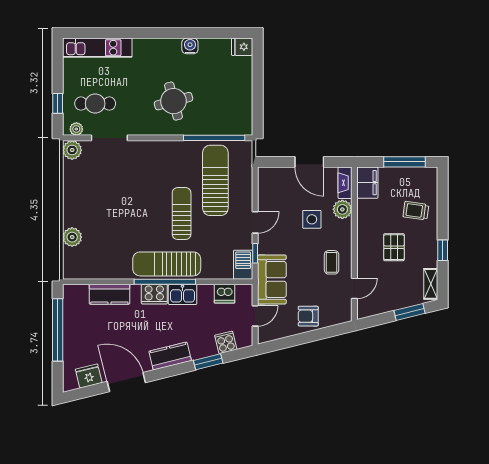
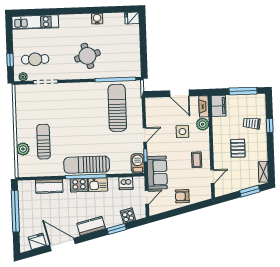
plant: (72, 150) -> (21, 91), removed
sun lounger: (182, 214) -> (44, 142), moved
window: (443, 250) -> (270, 125), moved

